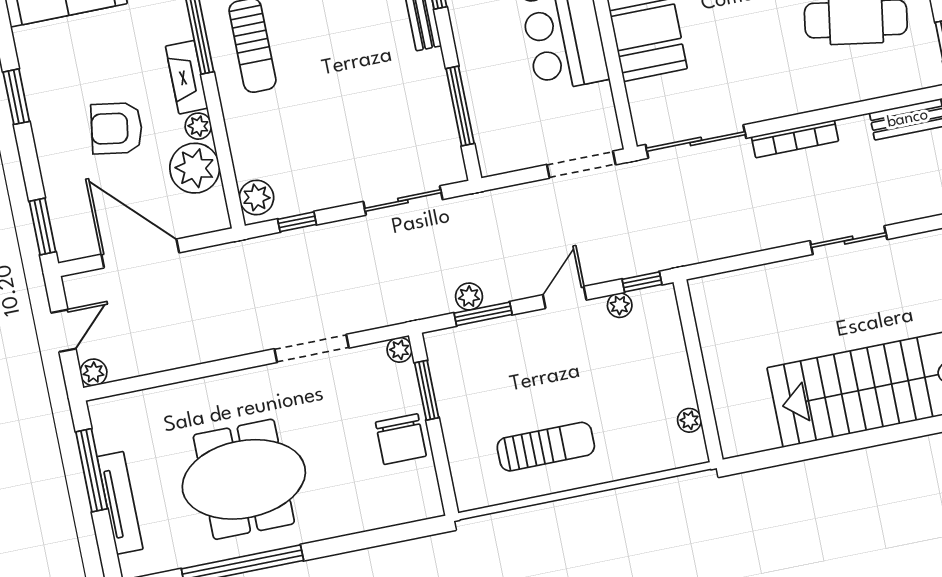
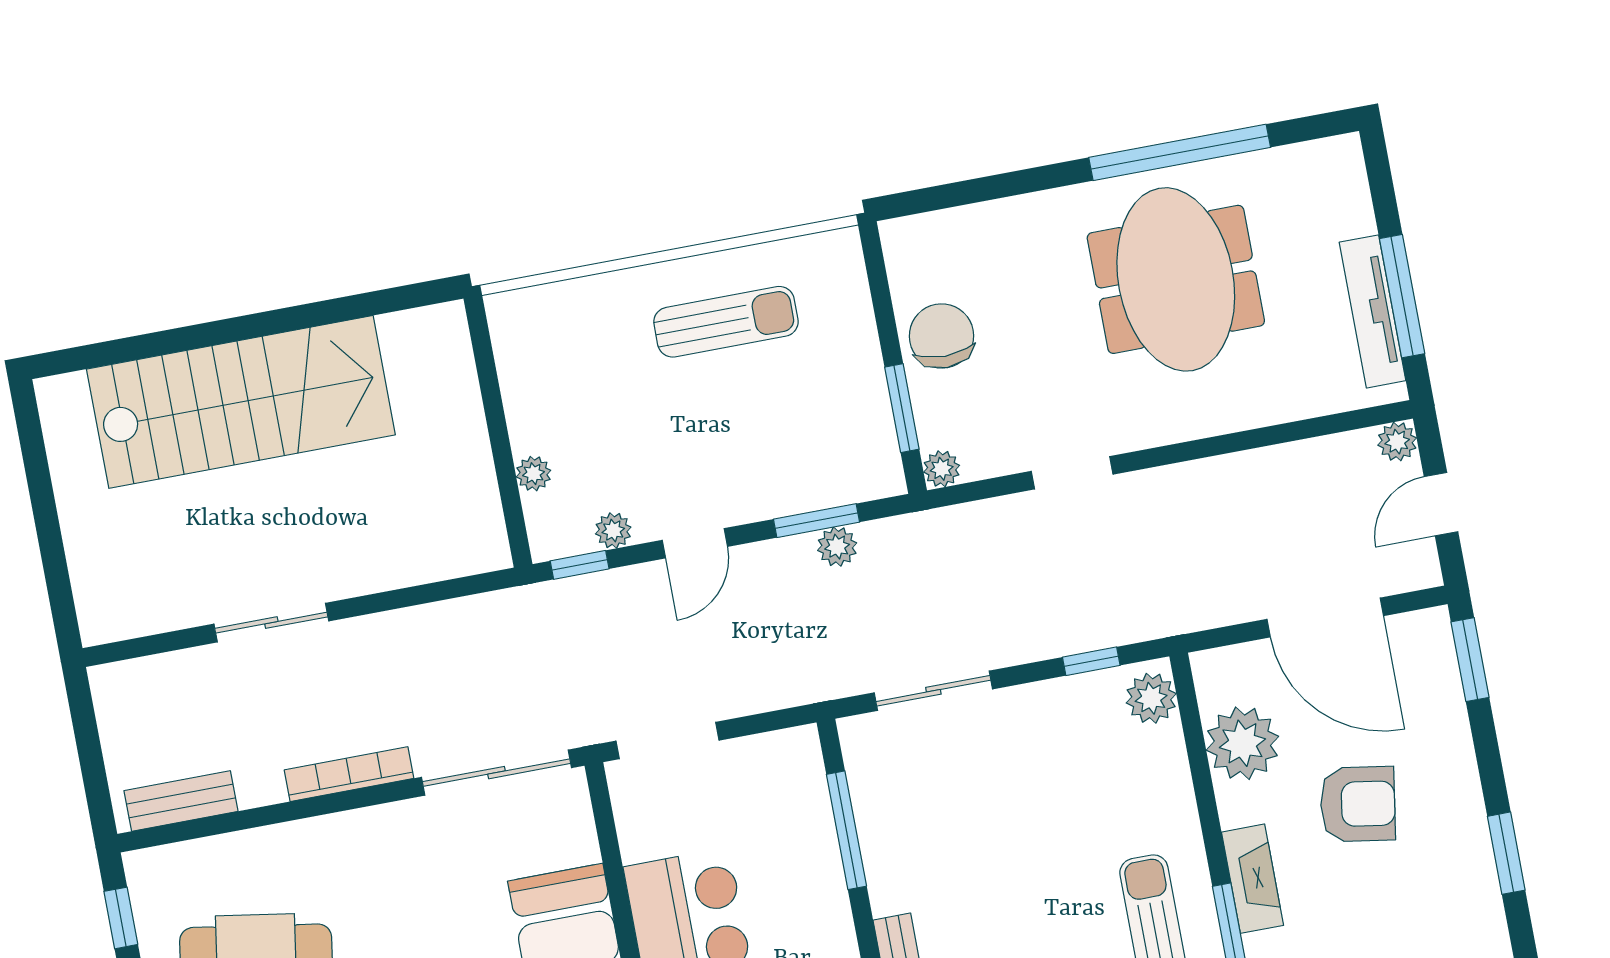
plant: (198, 126) -> (1236, 806), removed
doorway: (312, 348) -> (1072, 473), width x0.73
plant: (689, 420) -> (533, 474), moved
sun lounger: (546, 447) -> (726, 322), turned 180
meeting table: (244, 479) -> (1176, 279), turned 90
tv unit: (120, 503) -> (1372, 311), moved

